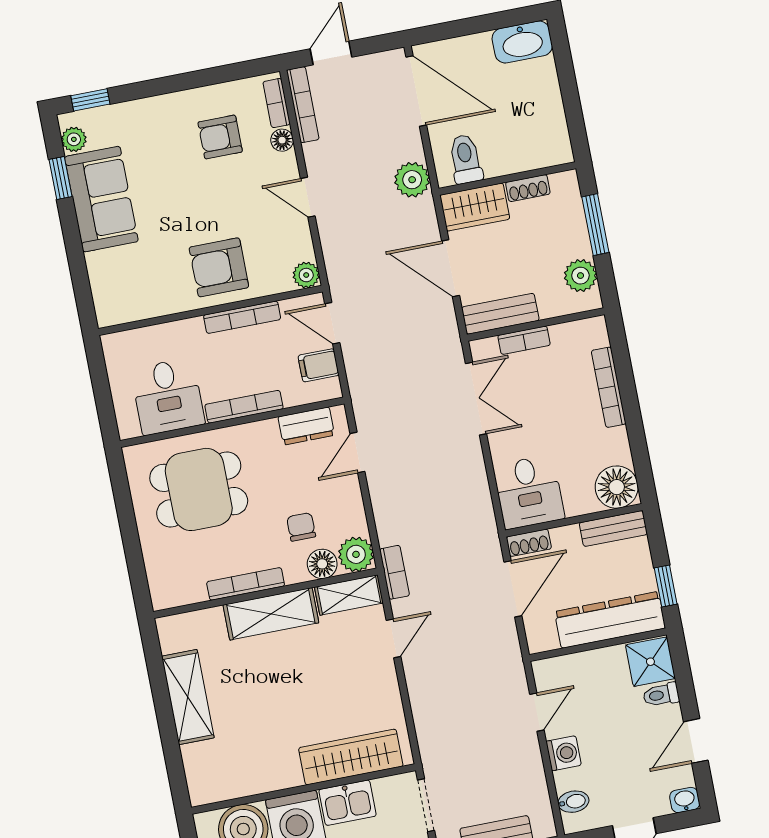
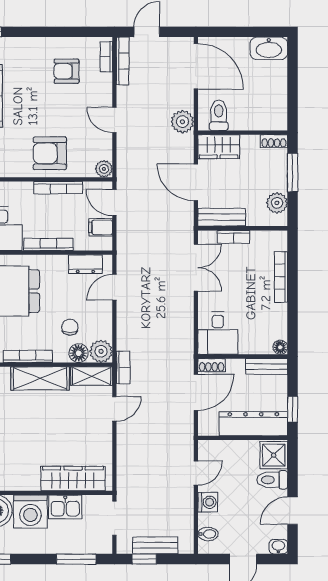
floor lamp: (282, 140) -> (105, 81), removed
shoe rack: (528, 188) -> (274, 141), moved
floor lamp: (617, 487) -> (280, 347), width x0.53, depth x0.53
toilet: (661, 695) -> (272, 480), width x1.37, depth x1.39

